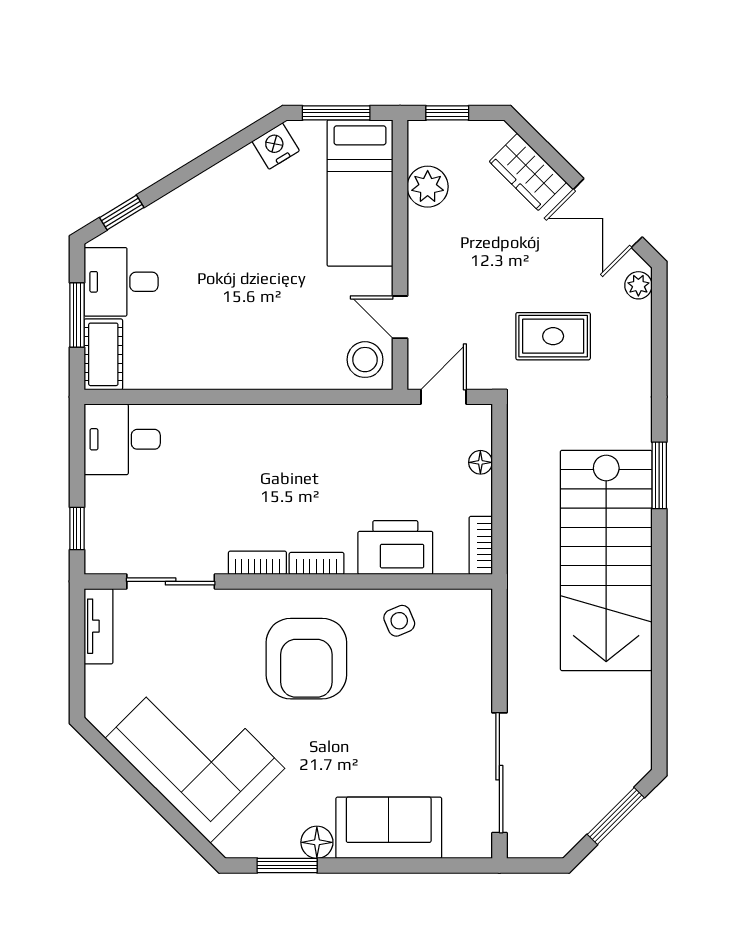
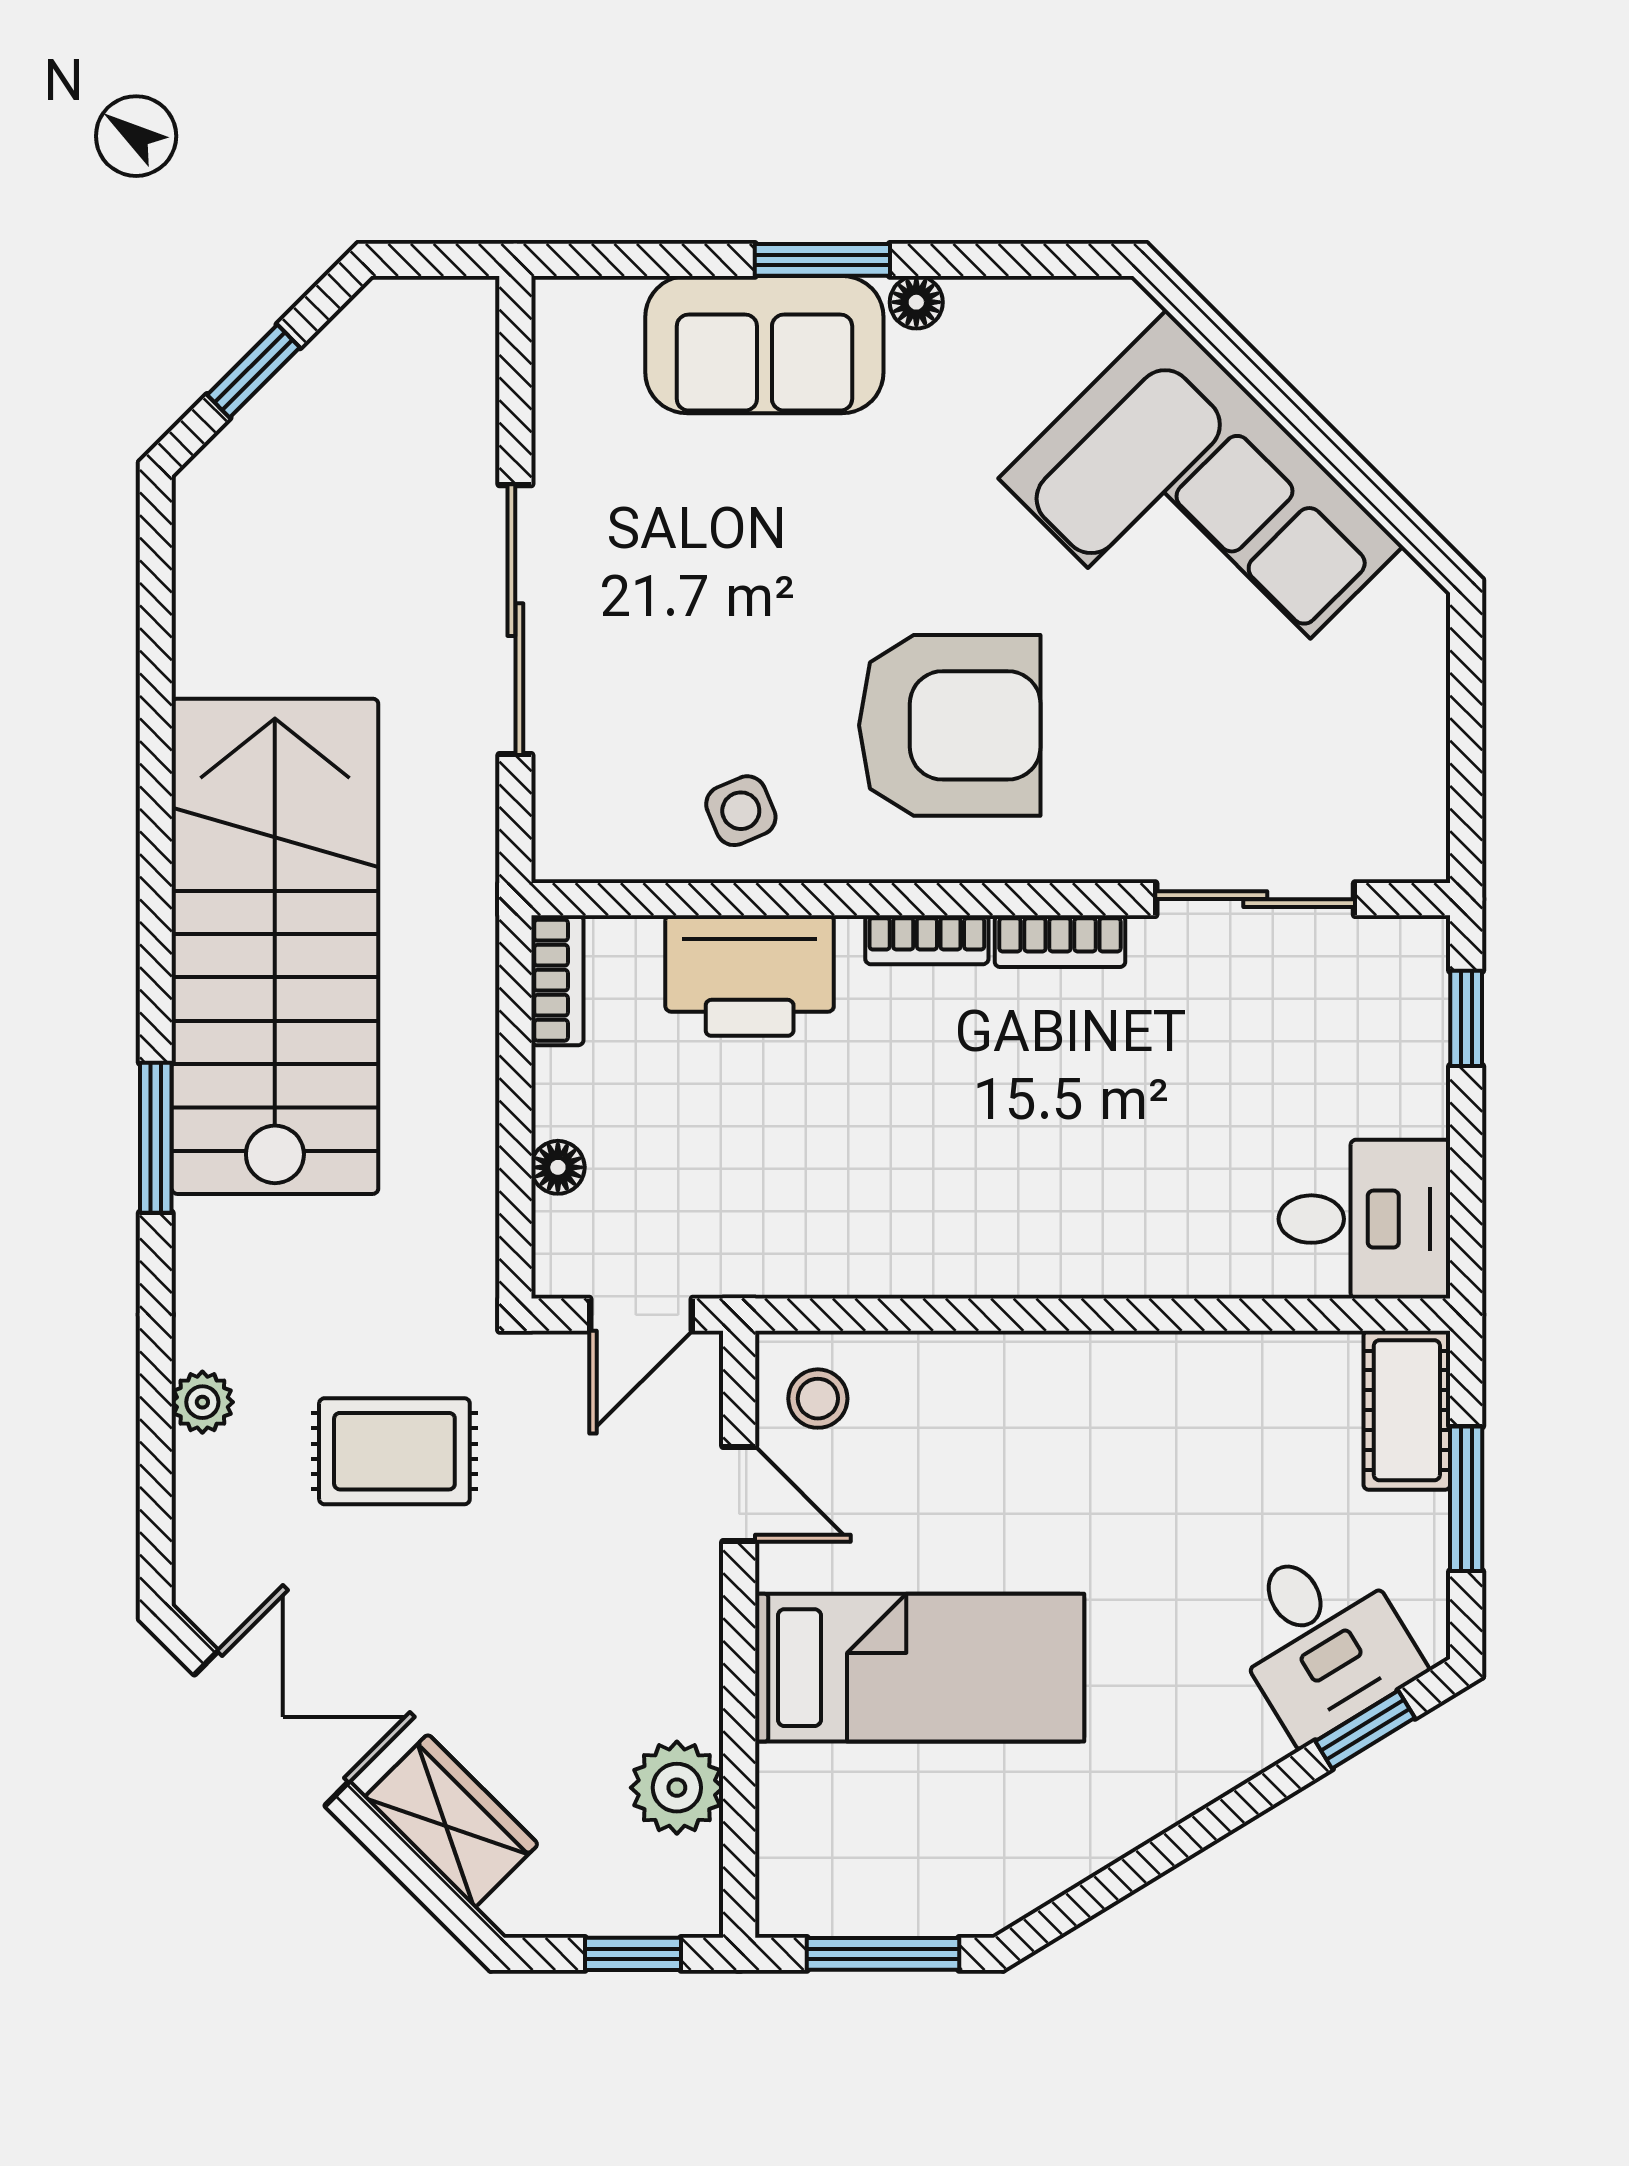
nightstand: (276, 146) -> (1019, 1879), removed
bed: (360, 193) -> (920, 1668), moved, turned 90
desk: (121, 282) -> (1322, 1640), moved, turned 59
plant: (638, 285) -> (202, 1402), moved
stool: (365, 360) -> (818, 1399), width x0.73, depth x0.73
tv unit: (98, 626) -> (1418, 798), removed
armchair: (306, 659) -> (950, 725), turned 90
sliding door: (499, 773) -> (515, 620), moved
window: (616, 816) -> (253, 371), width x0.67
floor lamp: (317, 842) -> (916, 302), width x0.73, depth x0.73
window: (287, 865) -> (822, 260), moved

